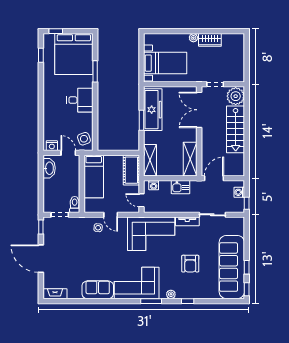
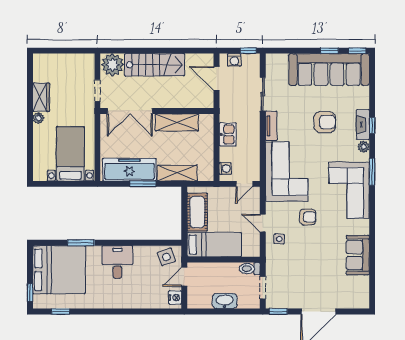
shelving: (190, 159) -> (177, 122), moved
shelving: (150, 160) -> (177, 173), moved
washbasin: (49, 168) -> (225, 301), moved
cot: (131, 170) -> (197, 212), moved, turned 90
door: (214, 178) -> (217, 79), moved
door: (111, 215) -> (263, 223), swing flipped
armchair: (115, 250) -> (308, 217), added
sofa: (98, 290) -> (358, 255), moved
fireplace: (55, 294) -> (363, 125), moved

